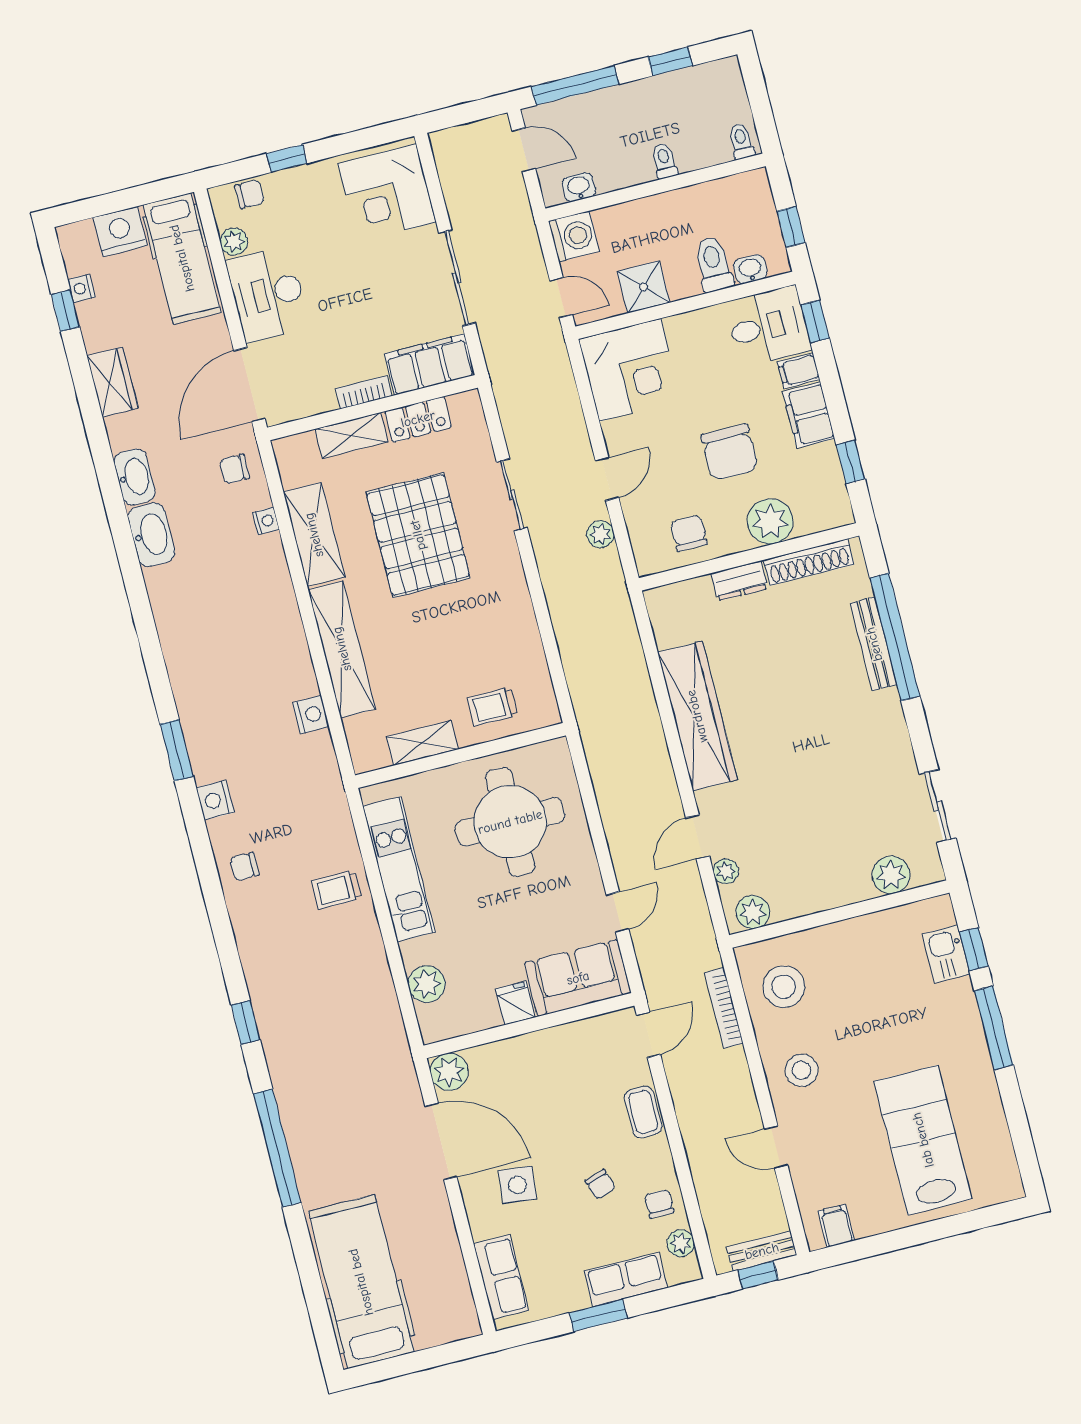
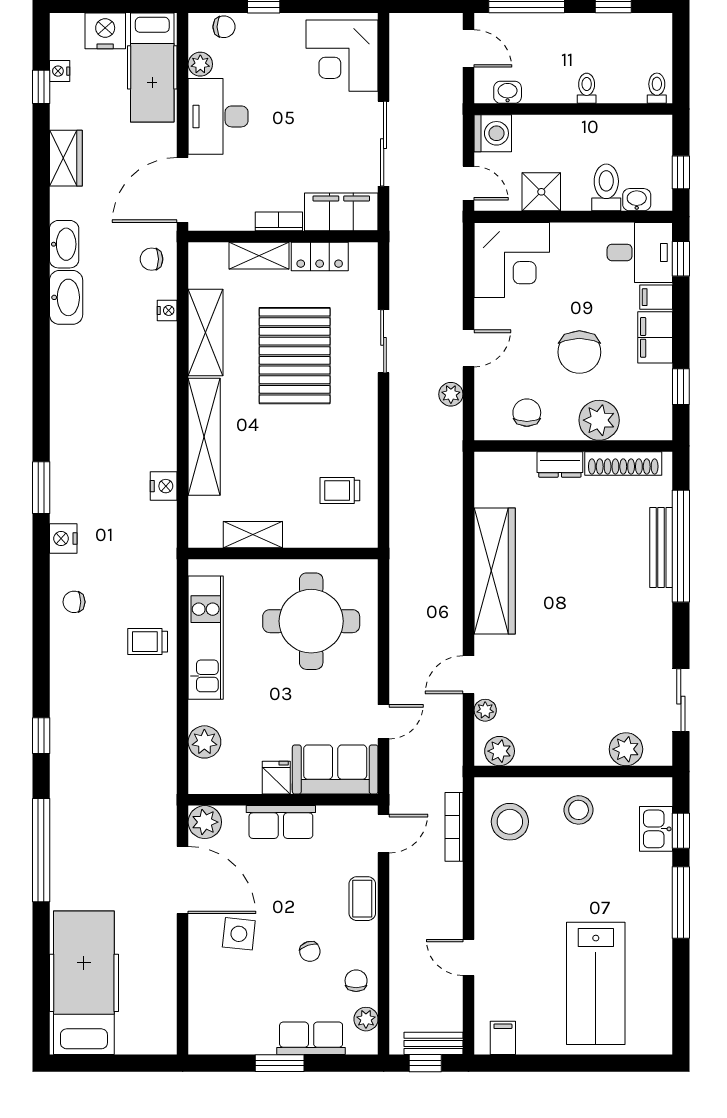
trolley: (492, 707) -> (340, 490), moved
stool: (802, 1070) -> (579, 810), moved
lab bench: (923, 1140) -> (596, 983), turned 180
row of seats: (501, 1277) -> (281, 822), moved, turned 90

